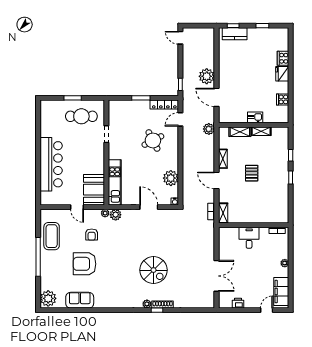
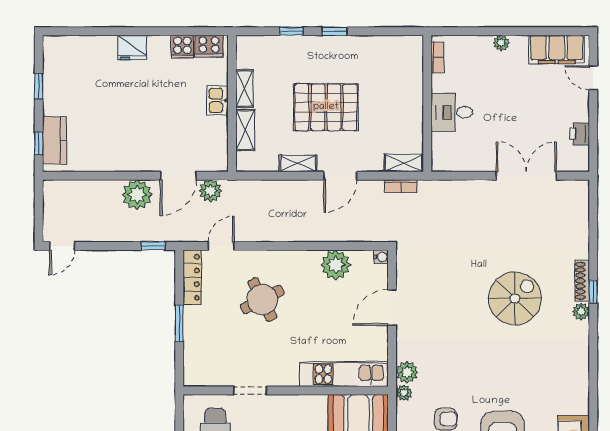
cooker: (283, 58) -> (209, 46), moved
door: (180, 119) -> (221, 246), swing flipped
plant: (209, 129) -> (210, 191), moved
pallet: (252, 173) -> (326, 107), width x2.05, depth x2.00

